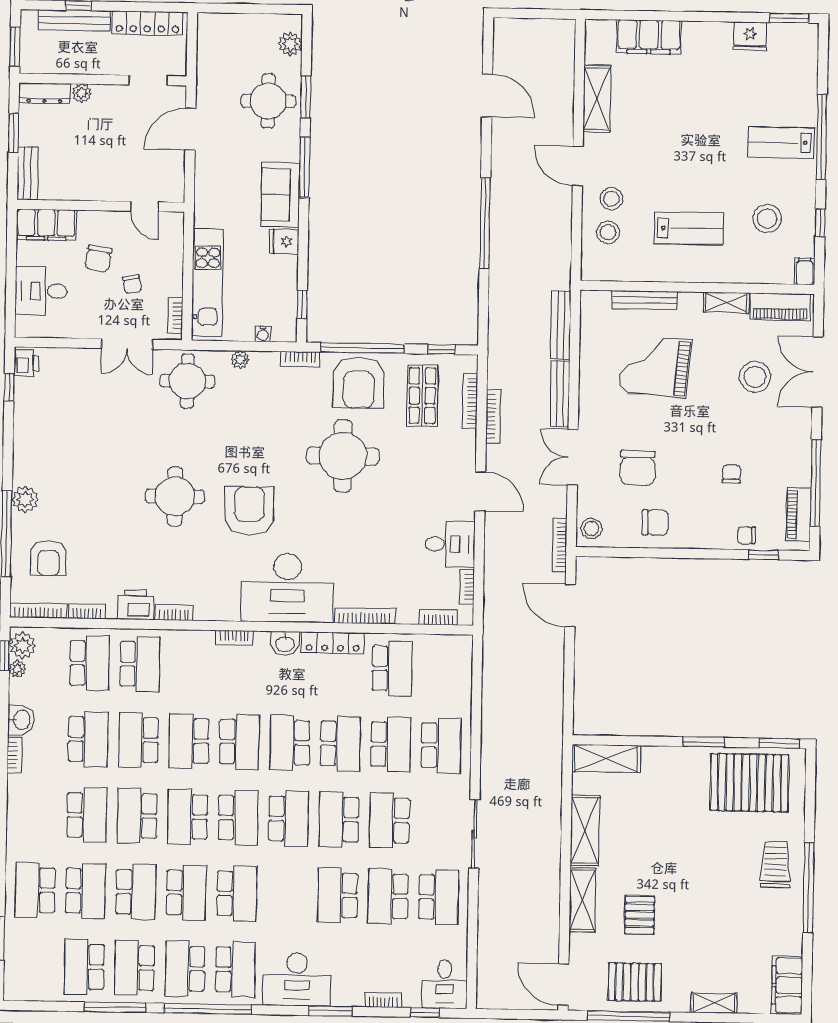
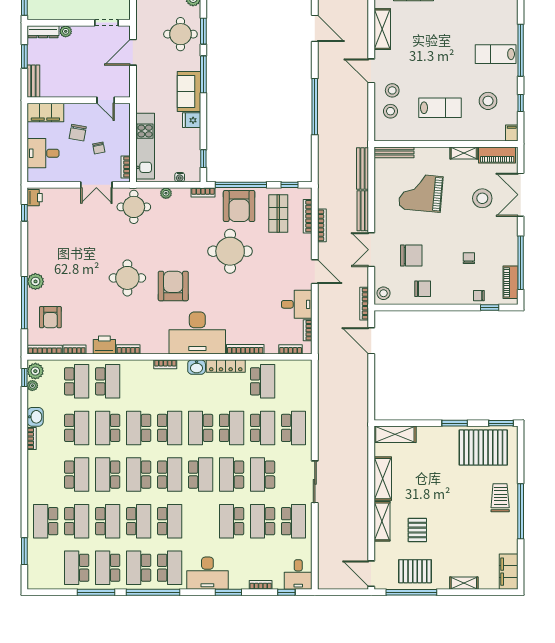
bench: (644, 300) -> (394, 152), moved
chair: (638, 468) -> (411, 255), turned -90

